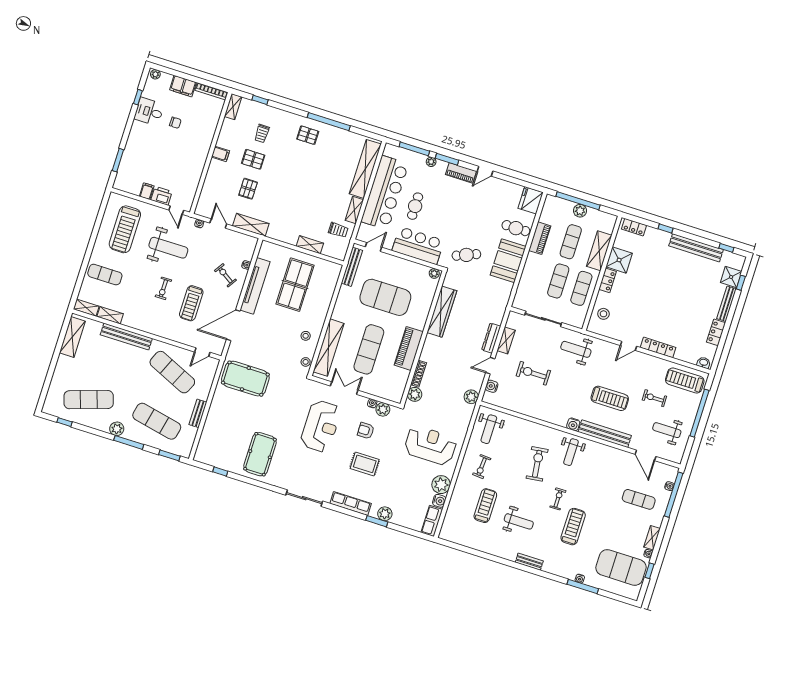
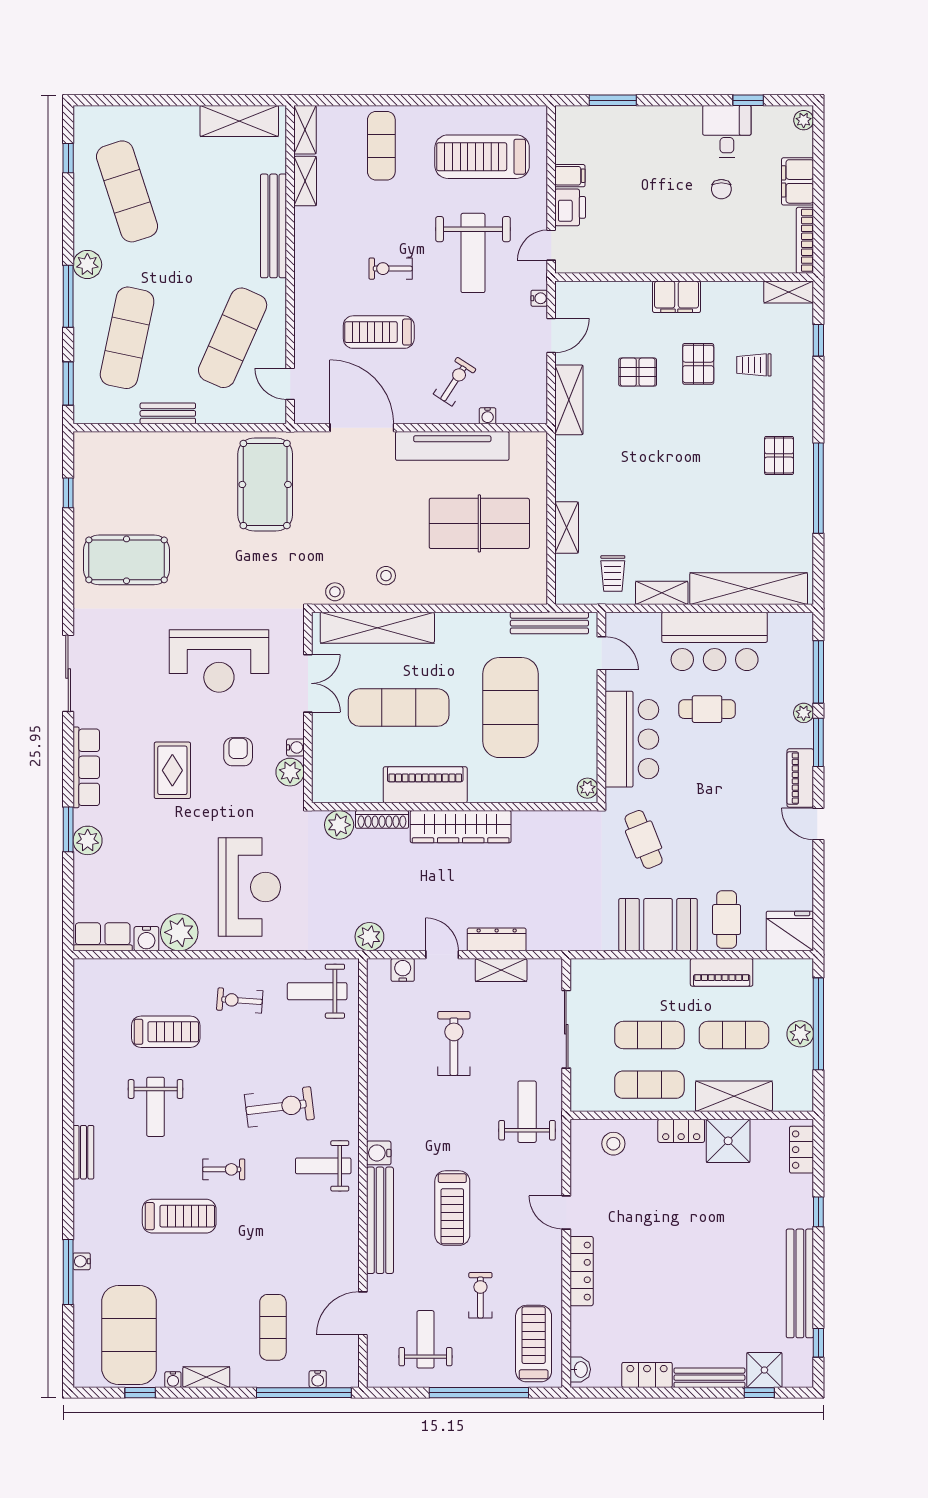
filing cabinet: (221, 154) -> (677, 297), width x2.00
bar counter: (385, 193) -> (715, 641), width x0.73
wardrobe: (442, 312) -> (461, 827), moved

